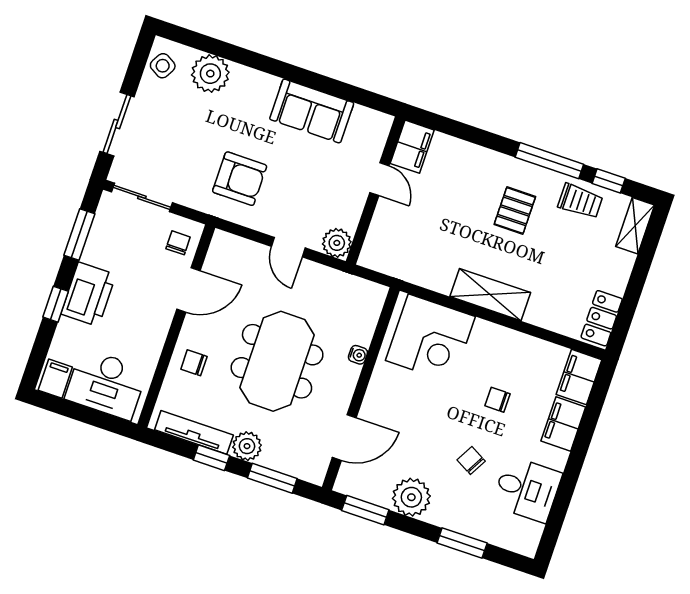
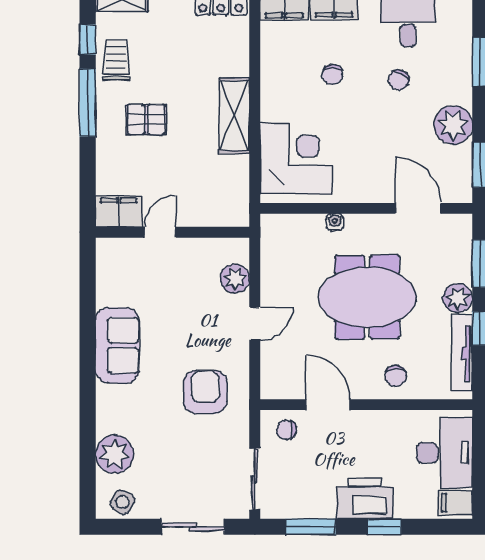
filing cabinet: (412, 147) -> (119, 211), moved
door: (379, 179) -> (160, 232), moved
wall: (375, 191) -> (173, 232), moved

